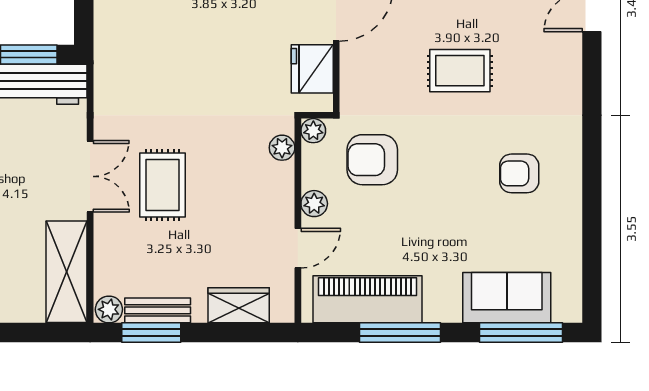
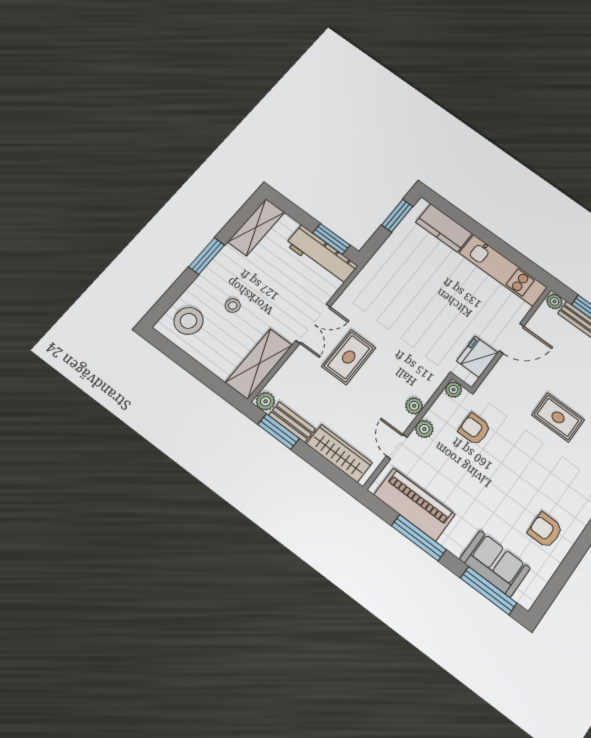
plant: (282, 148) -> (414, 406), moved
armchair: (372, 160) -> (475, 429), width x0.72, depth x0.72
armchair: (519, 173) -> (545, 530), moved
door: (298, 248) -> (397, 447), swing flipped
wardrobe: (239, 305) -> (339, 453), width x1.50

